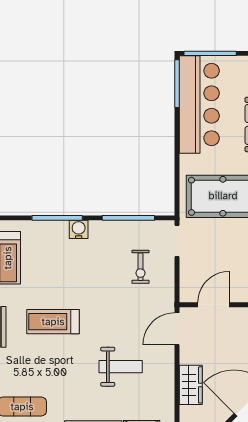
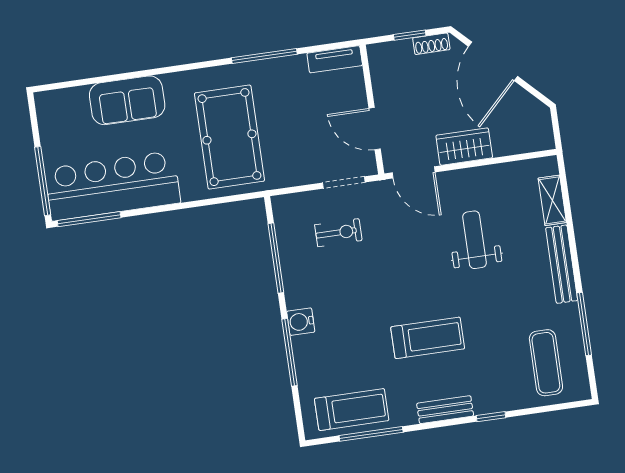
doorway: (177, 241) -> (344, 182), moved
treadmill: (53, 322) -> (428, 338), turned -90
wardrobe: (191, 385) -> (464, 147), moved

